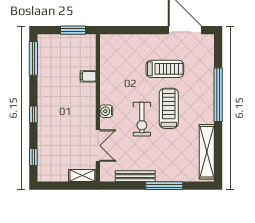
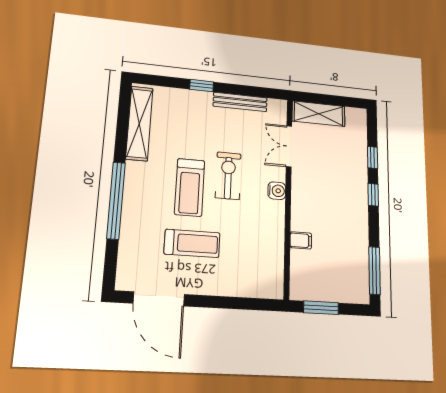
treadmill: (165, 69) -> (192, 243), turned 180
window: (33, 157) -> (373, 157), moved
shelving: (82, 176) -> (319, 114), width x1.50, depth x1.33
window: (164, 186) -> (202, 86), width x0.46

